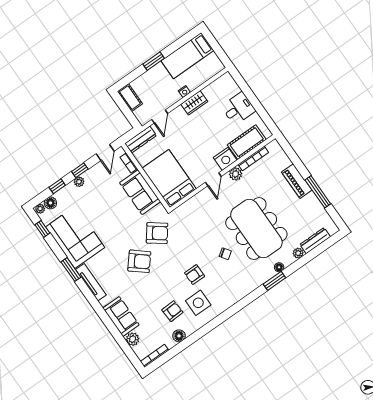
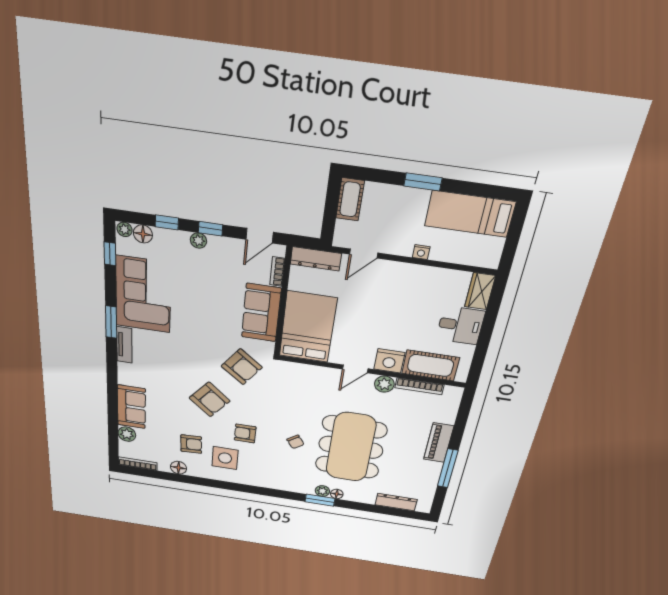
wardrobe: (194, 103) -> (480, 291), moved, turned 90
plant: (298, 253) -> (322, 491), moved
armchair: (139, 261) -> (210, 399), moved
tv unit: (91, 282) -> (124, 345), width x0.71

